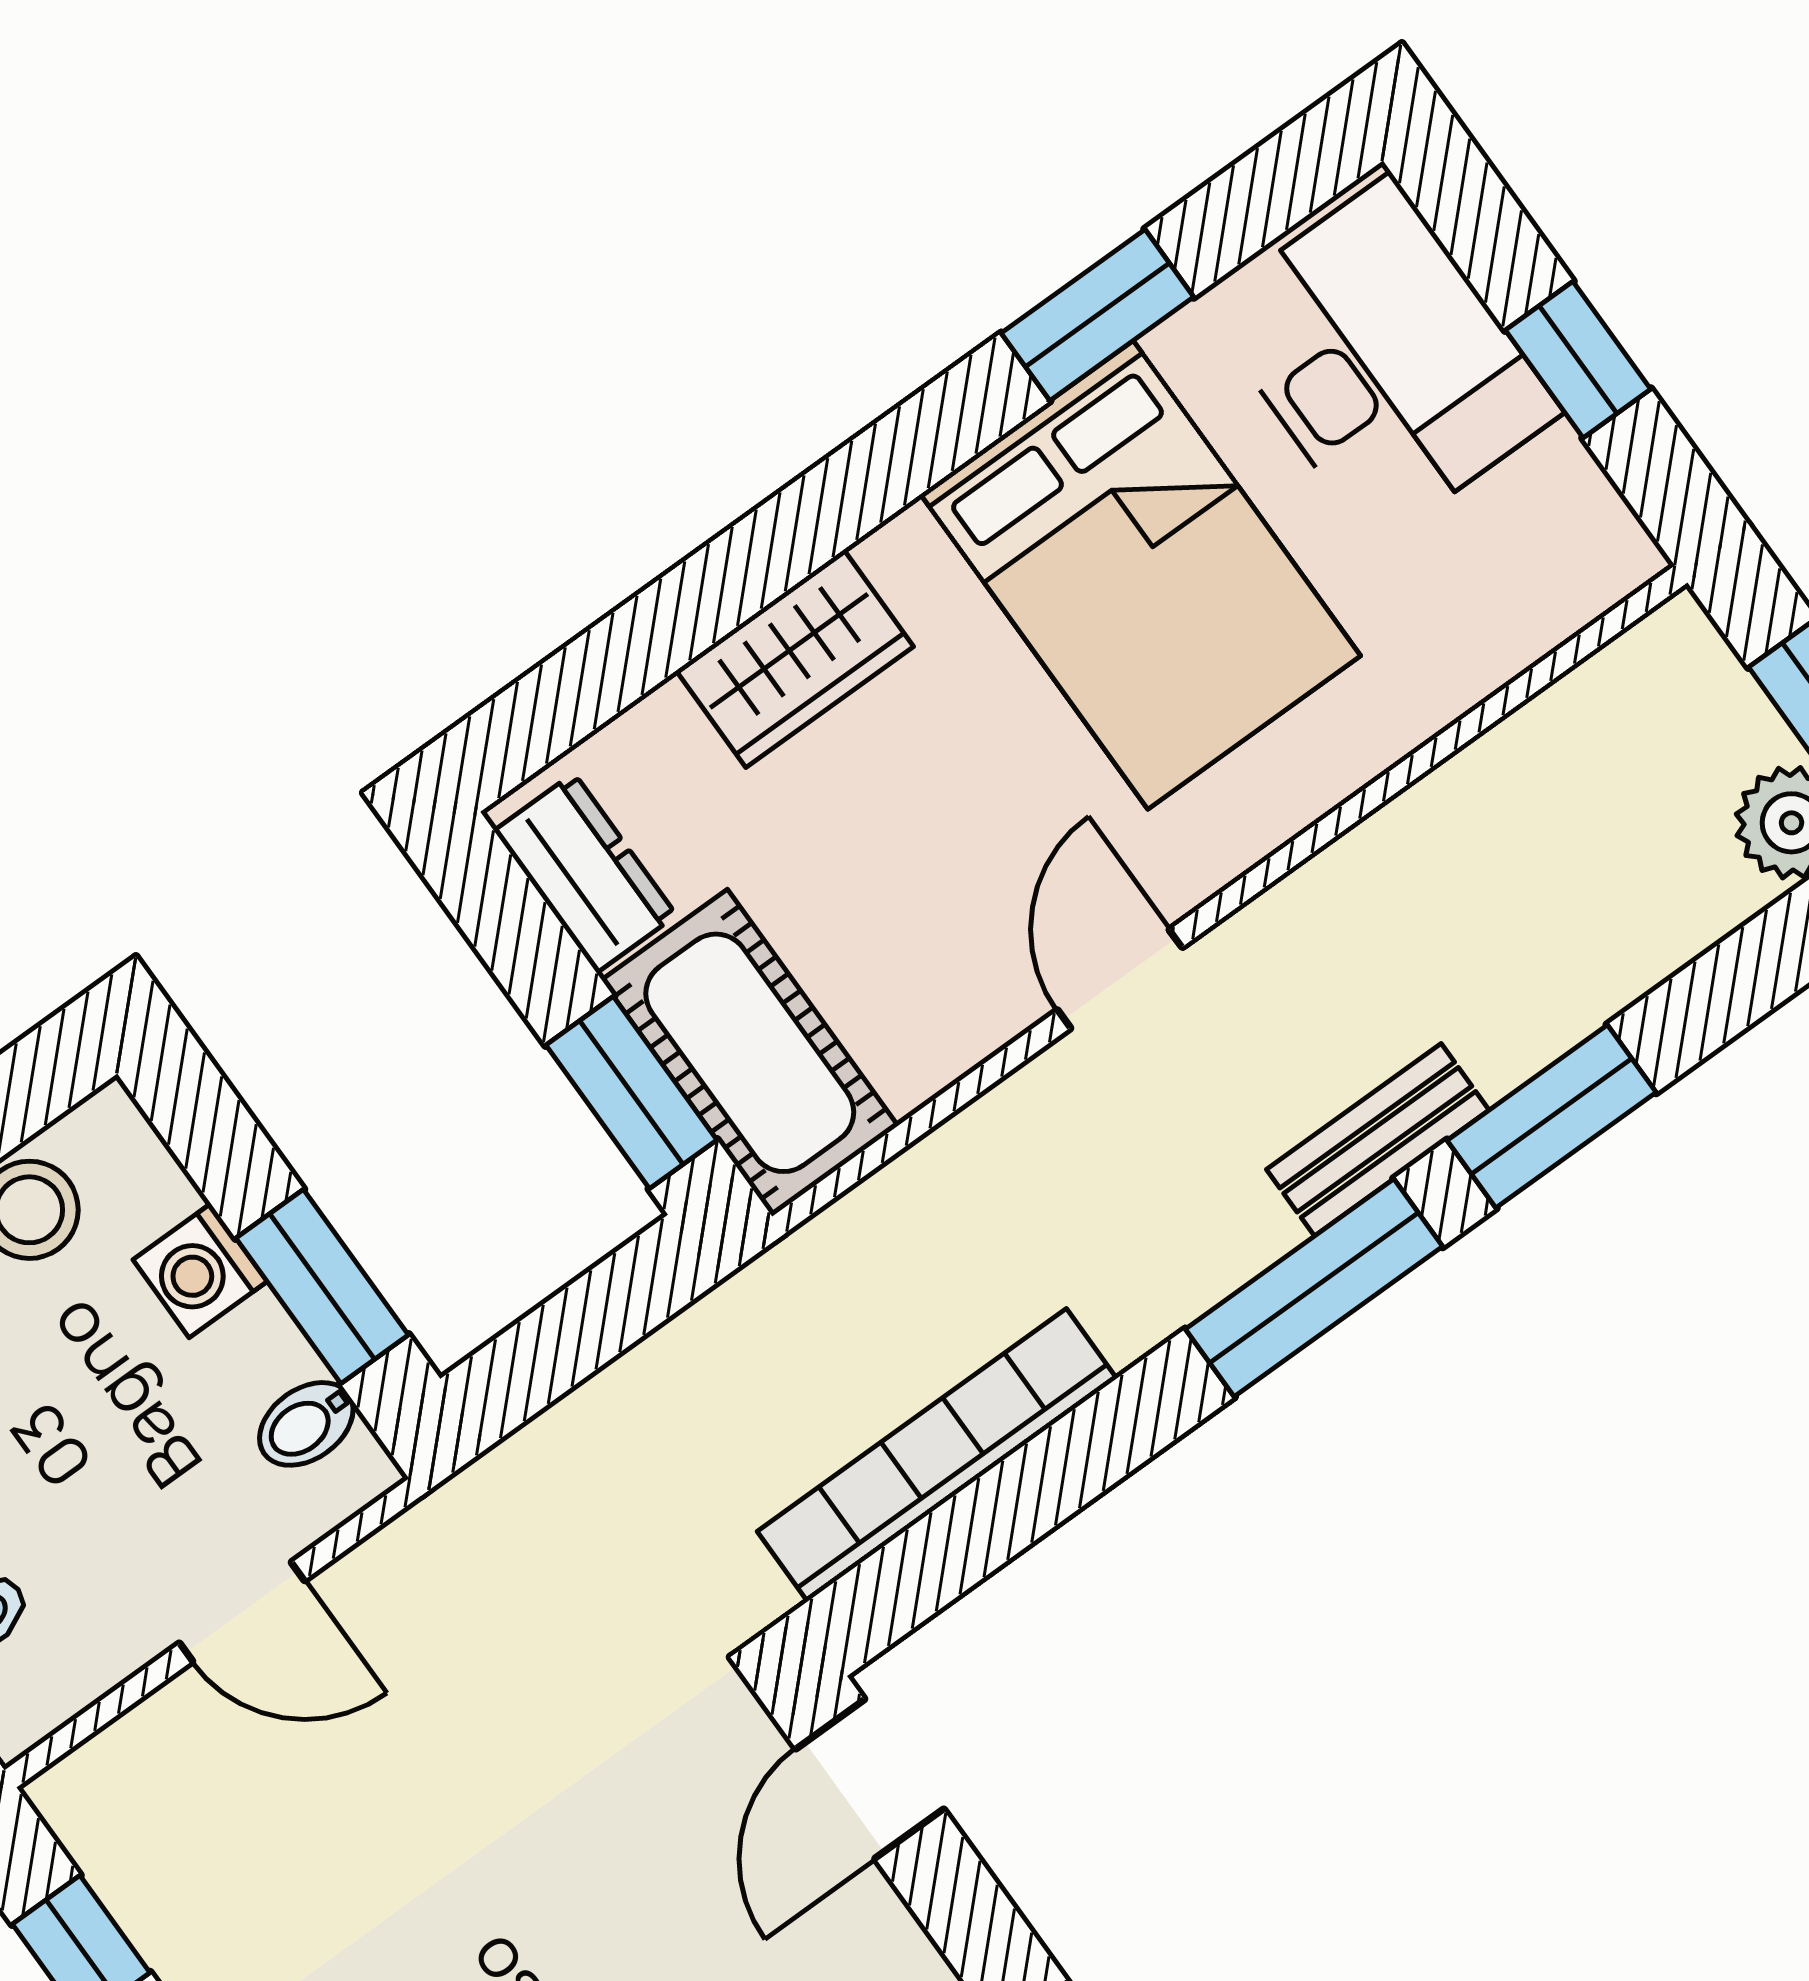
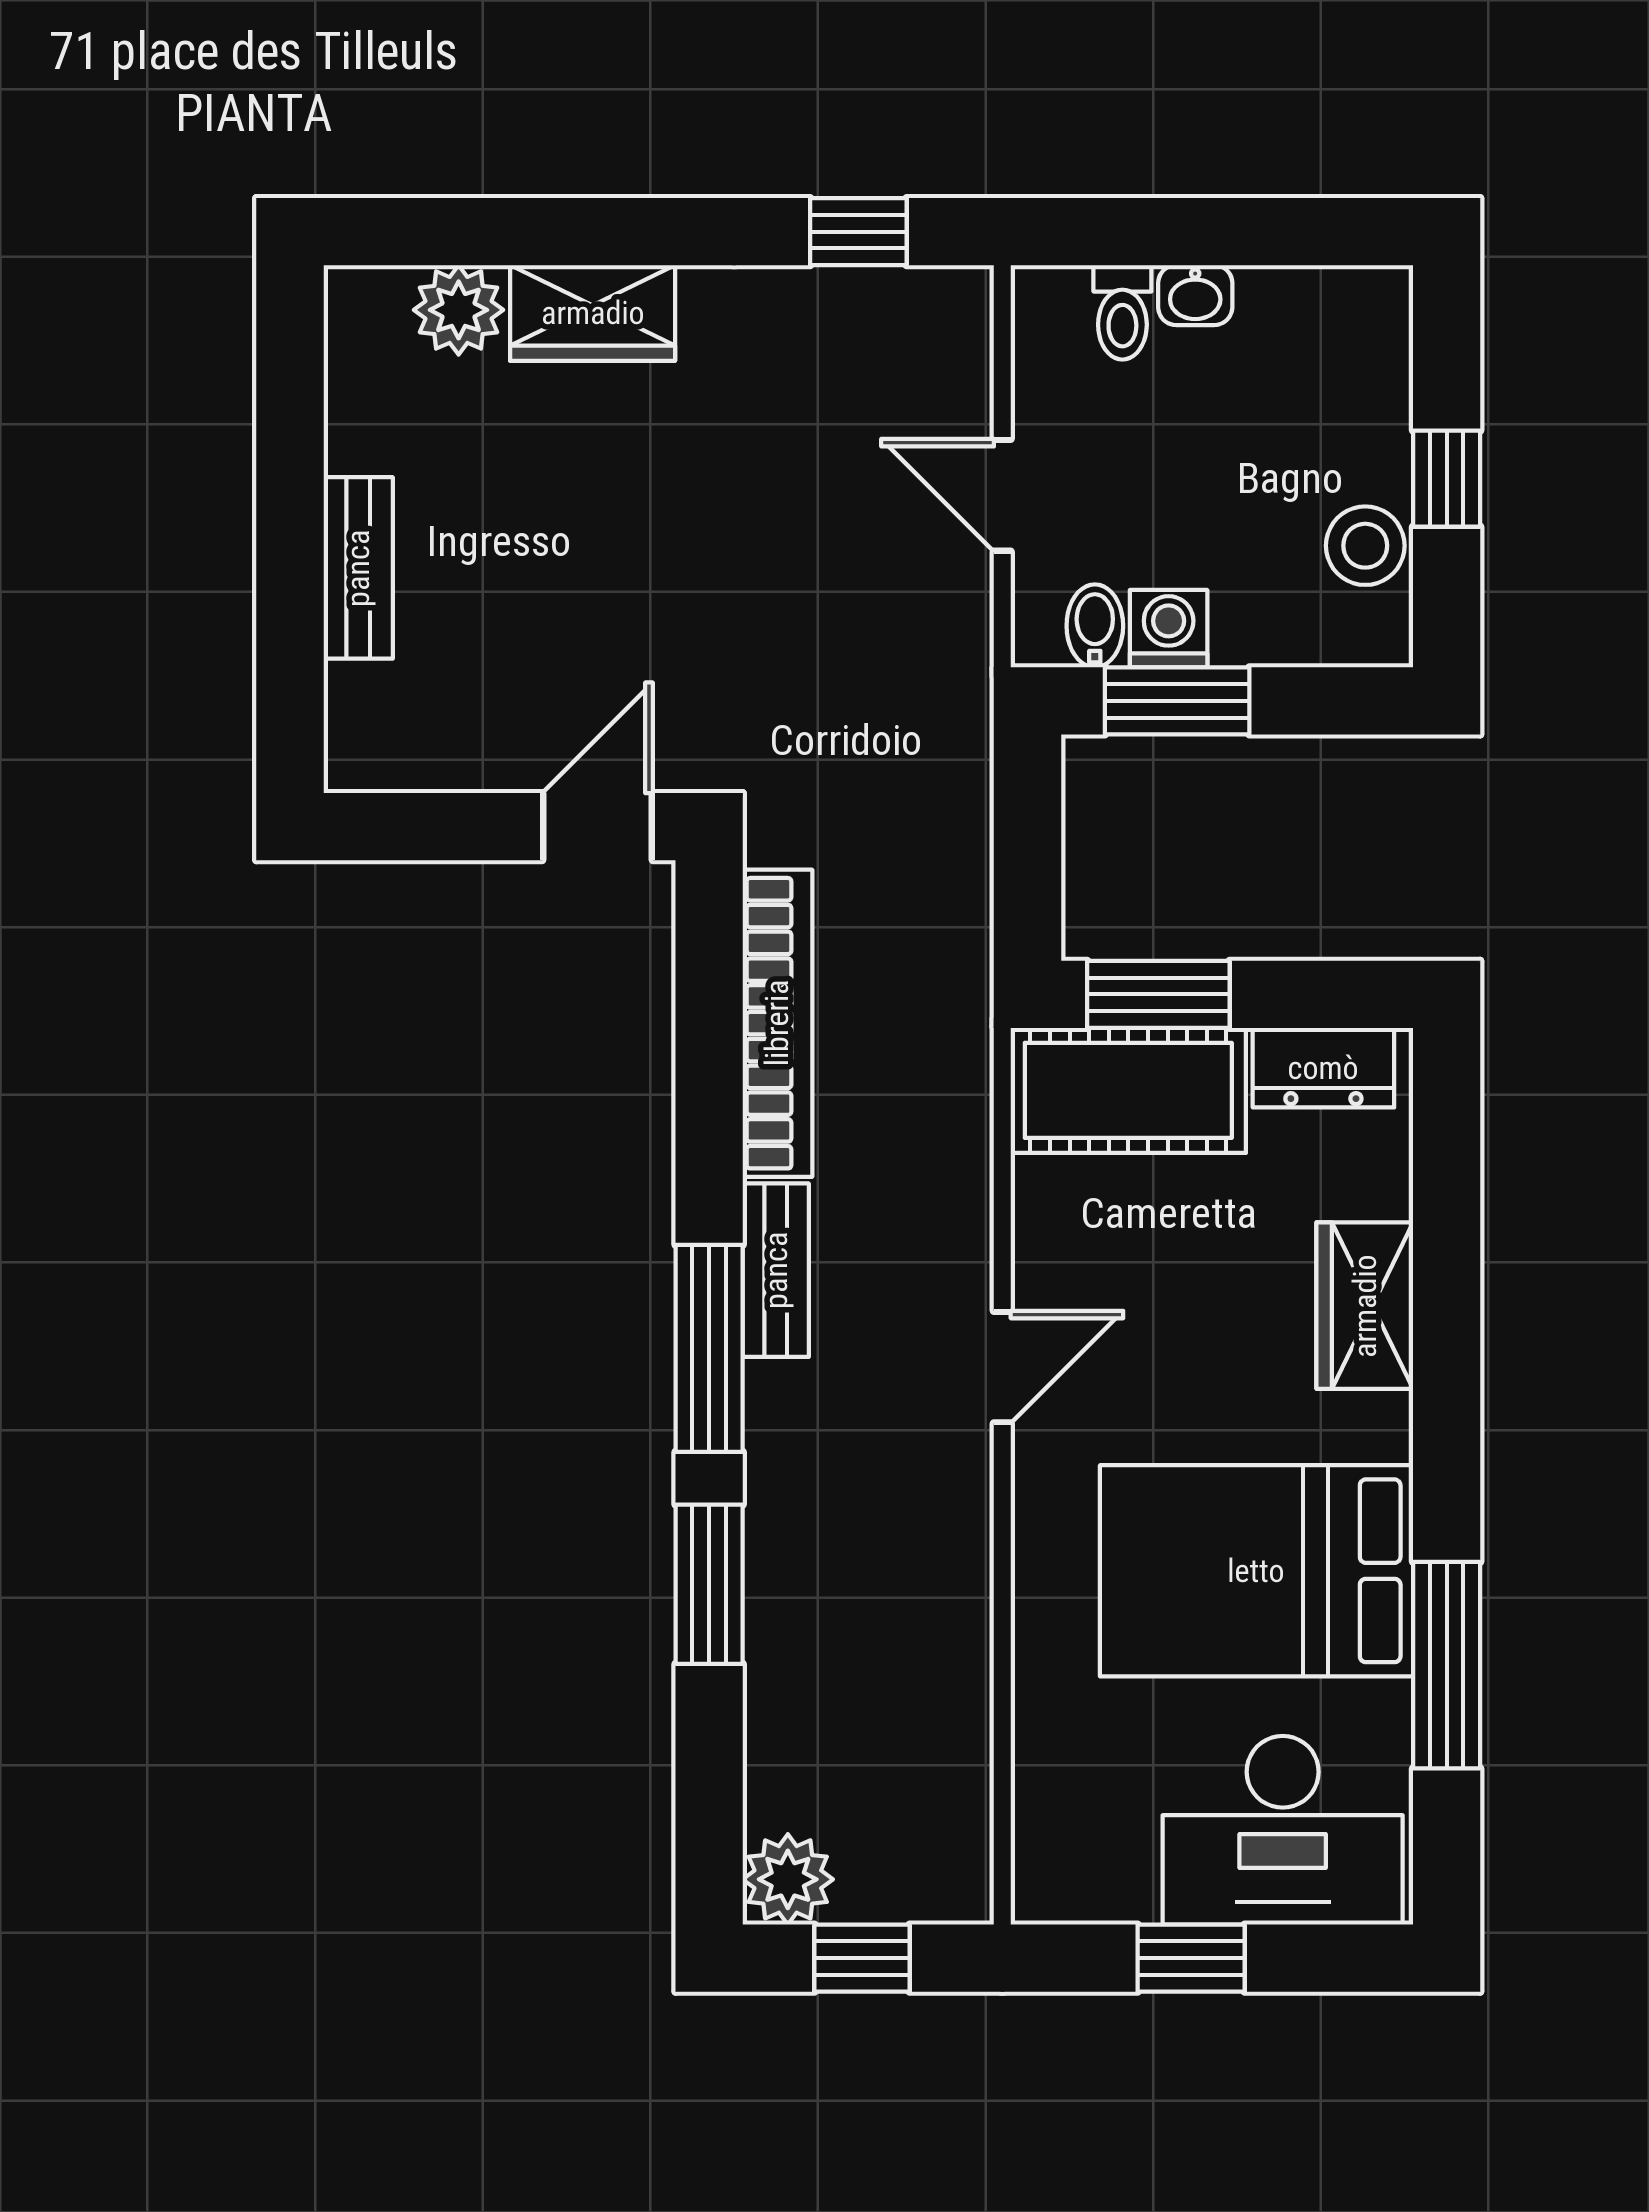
window: (1097, 315) -> (1447, 1665), width x1.44
door: (1120, 979) -> (1002, 1367), hinge flipped
bench: (1378, 1140) -> (776, 1270), moved
washing machine: (200, 1271) -> (1169, 629), moved
door: (242, 1612) -> (1002, 495), hinge flipped
door: (870, 1779) -> (597, 827), hinge flipped

